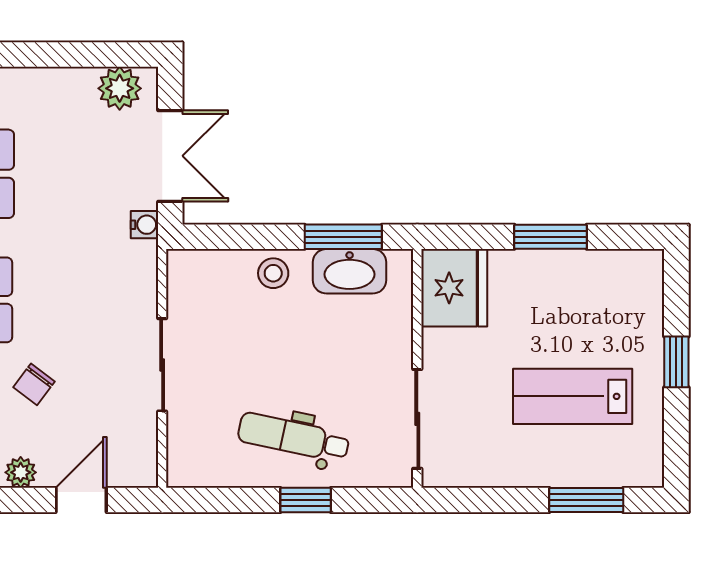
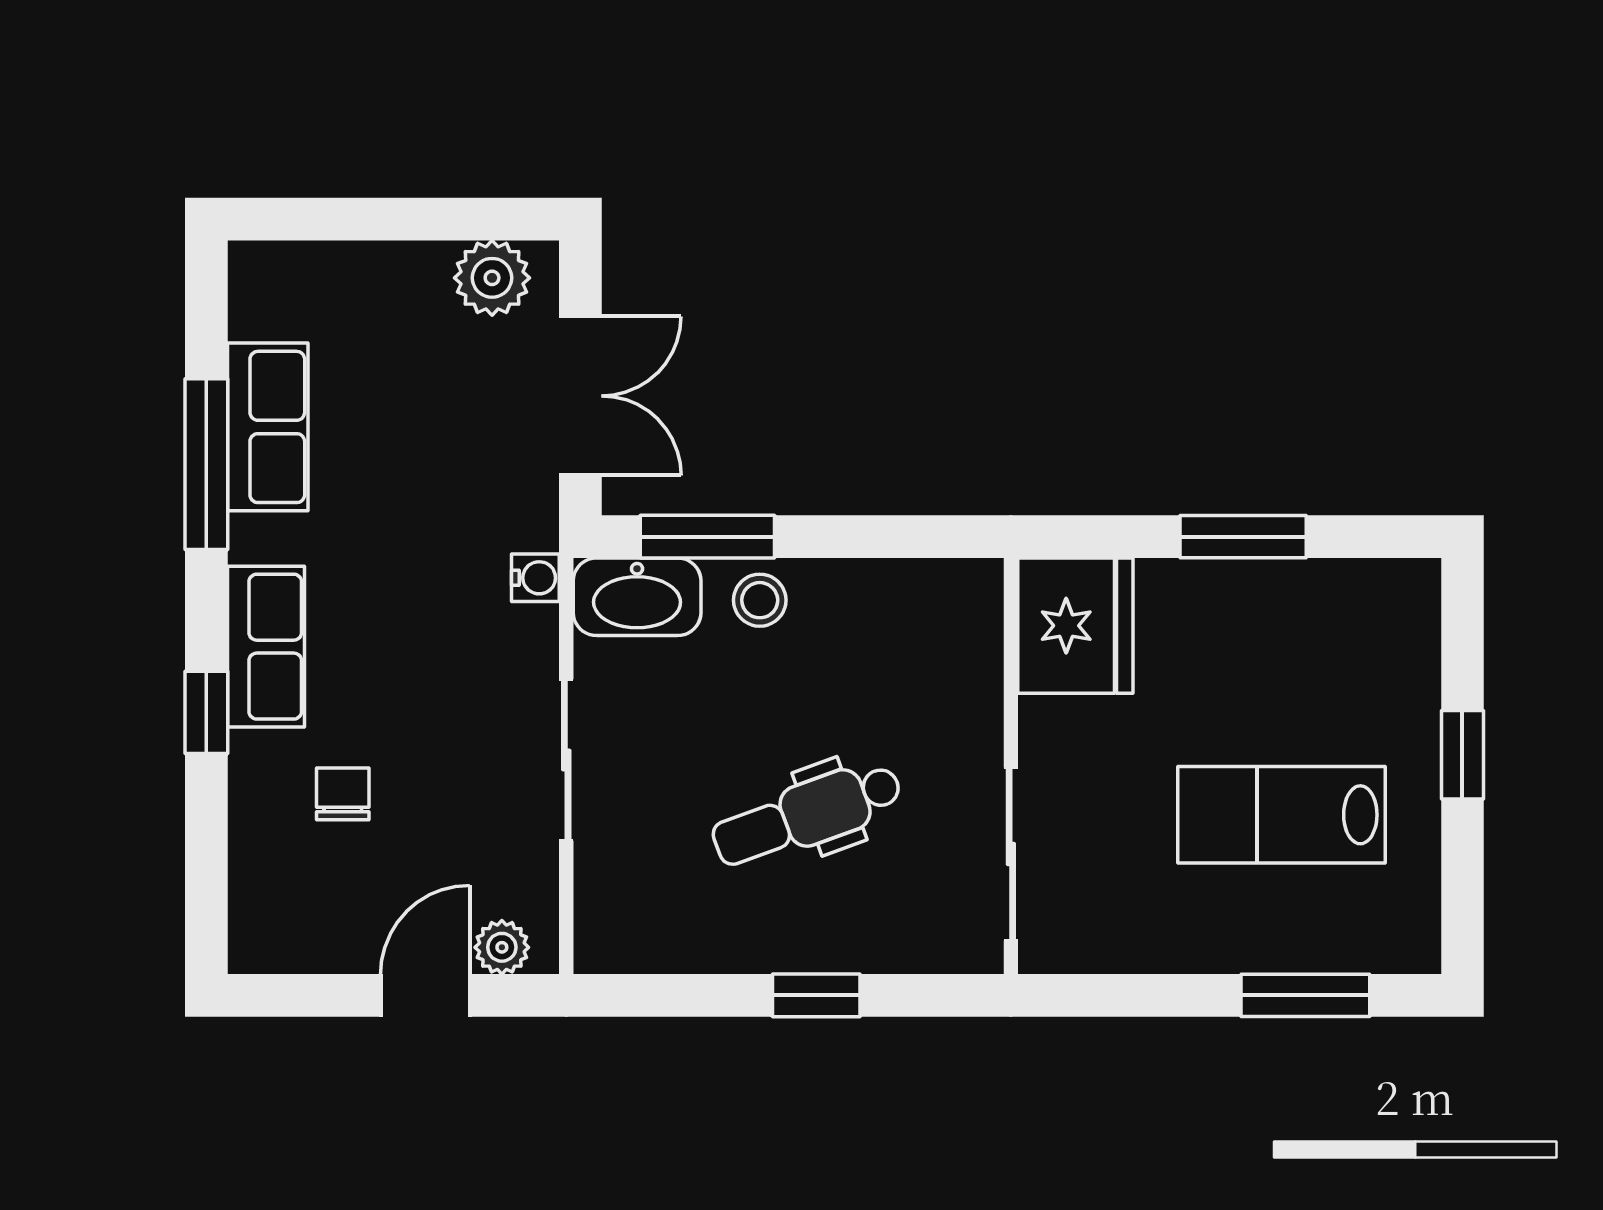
water cooler: (144, 225) -> (535, 578), moved
window: (343, 237) -> (707, 537), moved
washbasin: (350, 271) -> (637, 597), moved
chair: (34, 384) -> (343, 794), turned 143
dental chair: (294, 437) -> (807, 815), moved, turned -32
plant: (21, 472) -> (502, 947), moved

